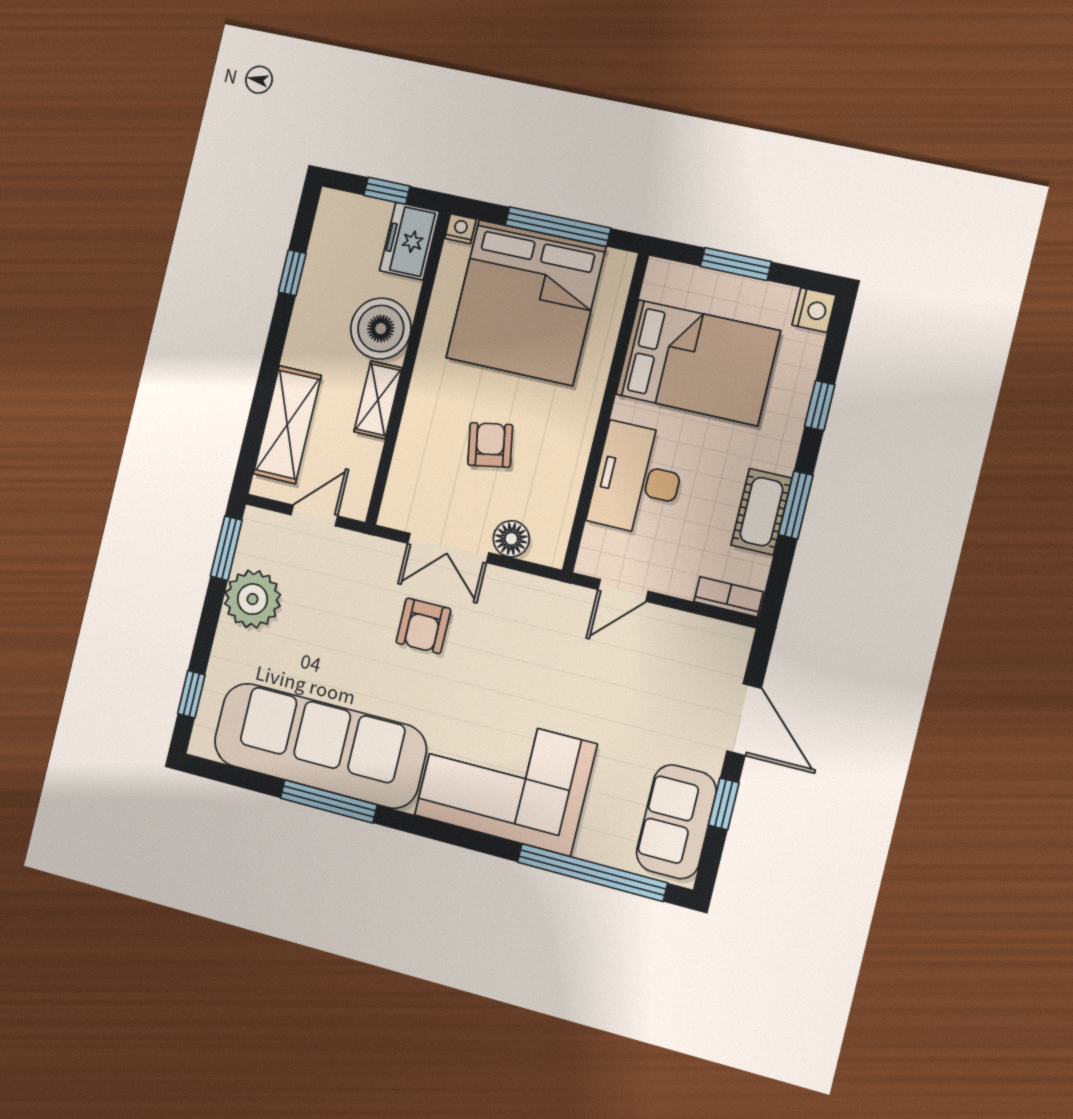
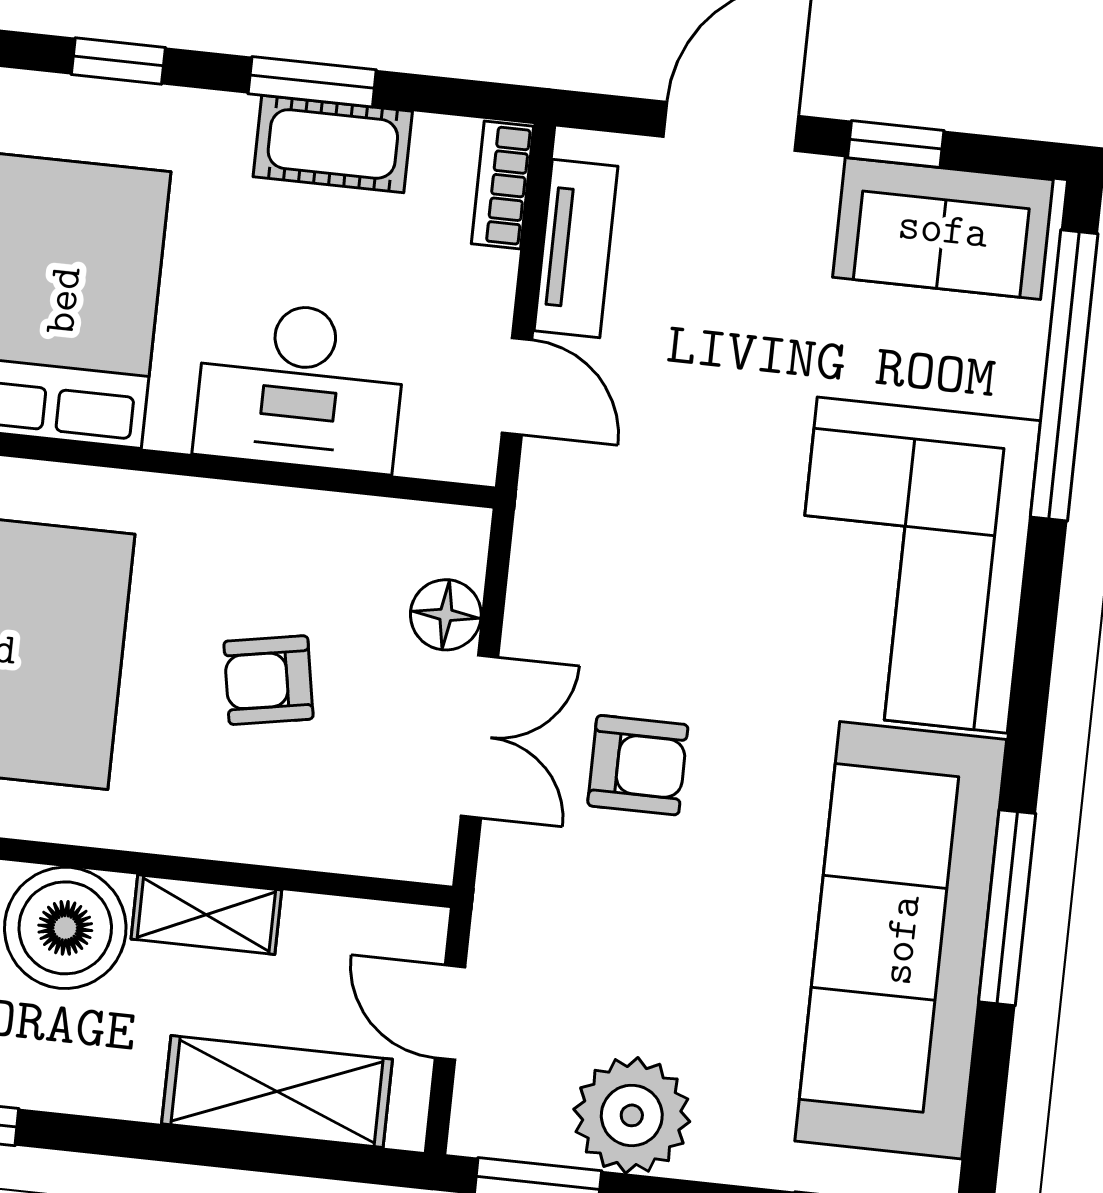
tv unit: (690, 630) -> (576, 248), added

